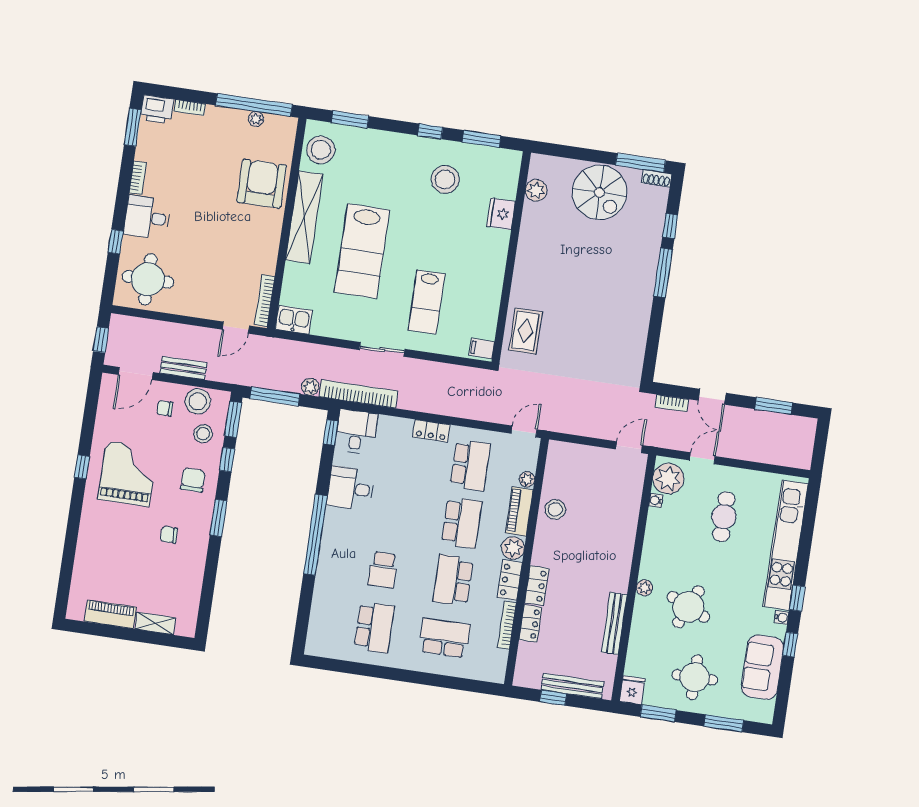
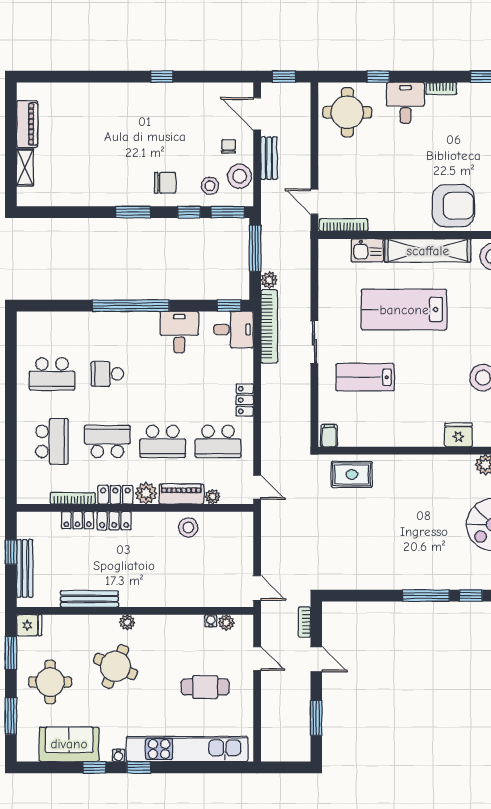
kitchen sink: (294, 320) -> (367, 250), moved, turned 90
door: (712, 397) -> (316, 659), swing flipped
grand piano: (128, 473) -> (162, 120), removed
plant: (668, 479) -> (226, 623), width x0.53, depth x0.53
chair: (169, 535) -> (110, 168), removed

